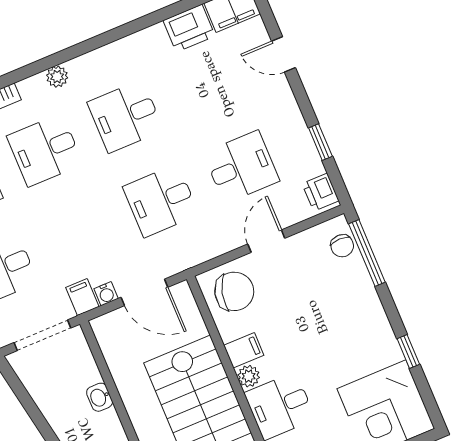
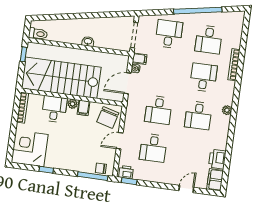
plant: (57, 77) -> (227, 110), moved
desk: (125, 116) -> (198, 115), turned 180
window: (320, 142) -> (129, 181), moved
desk: (161, 201) -> (158, 110), turned 180
door: (266, 241) -> (120, 141), swing flipped
washbasin: (100, 397) -> (88, 42), moved

